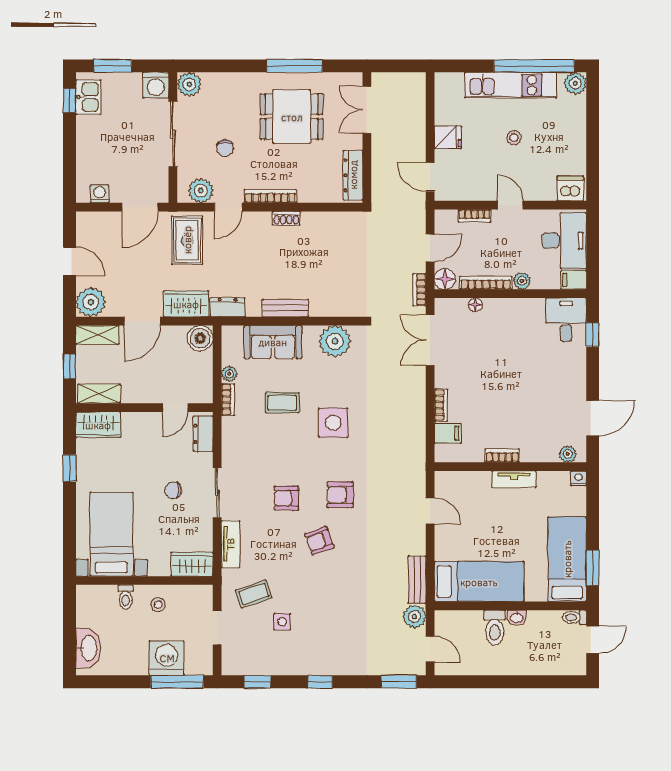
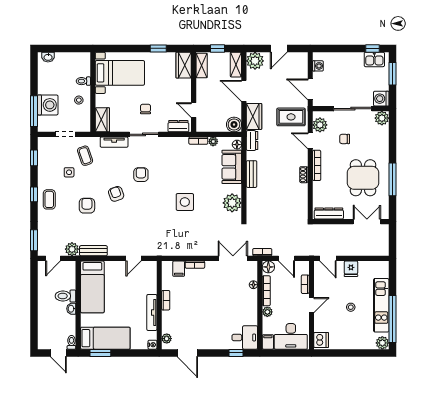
door: (430, 177) -> (328, 258), swing flipped
floor lamp: (235, 333) -> (237, 145), added
coffee table: (282, 403) -> (49, 199), moved
tv unit: (514, 479) -> (152, 312), width x1.41
armchair: (340, 495) -> (87, 206), moved
washbasin: (88, 648) -> (48, 57), width x0.52, depth x0.69

